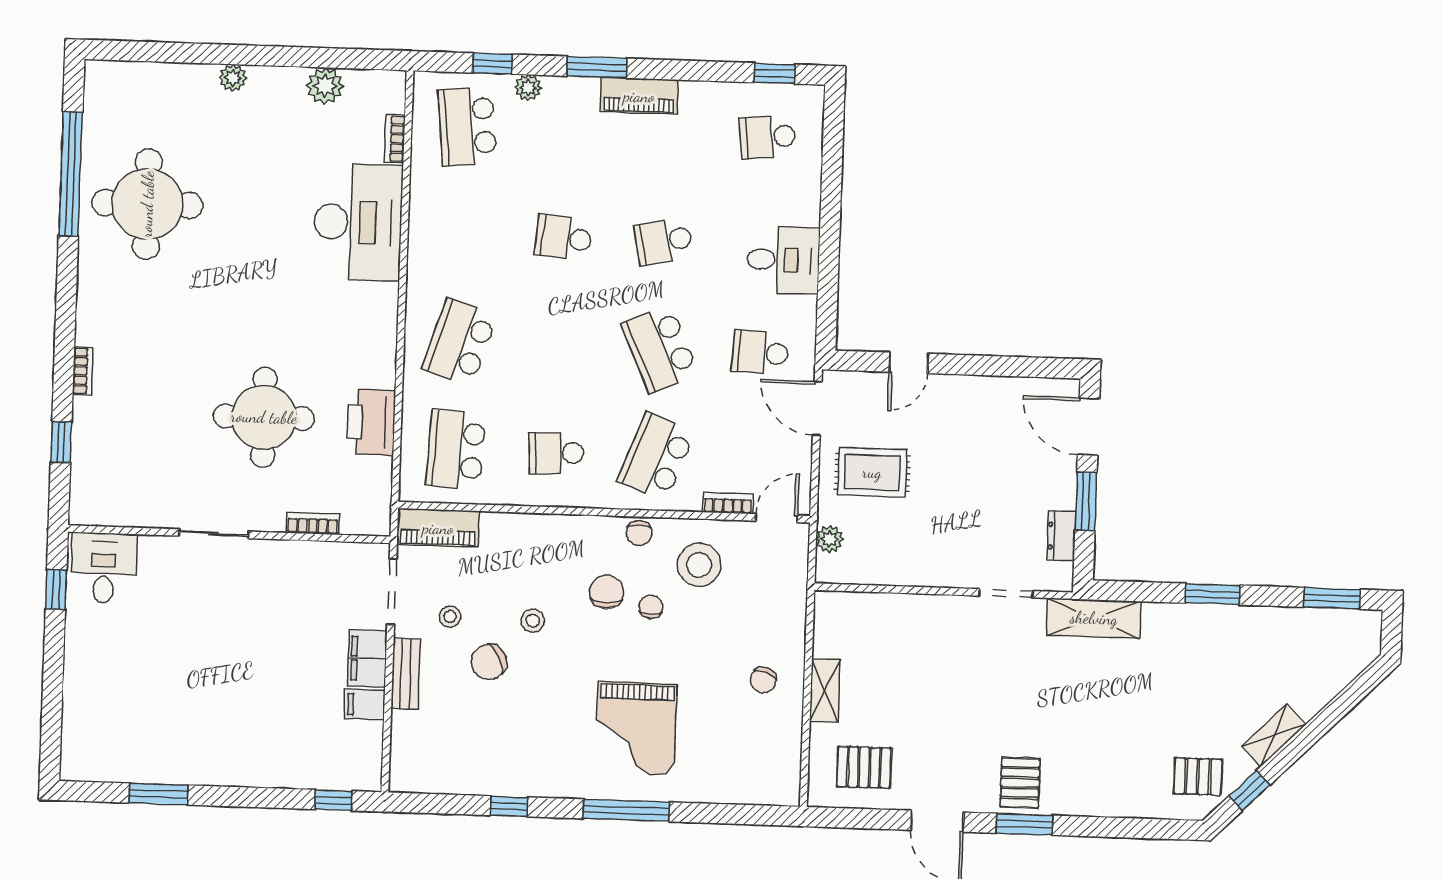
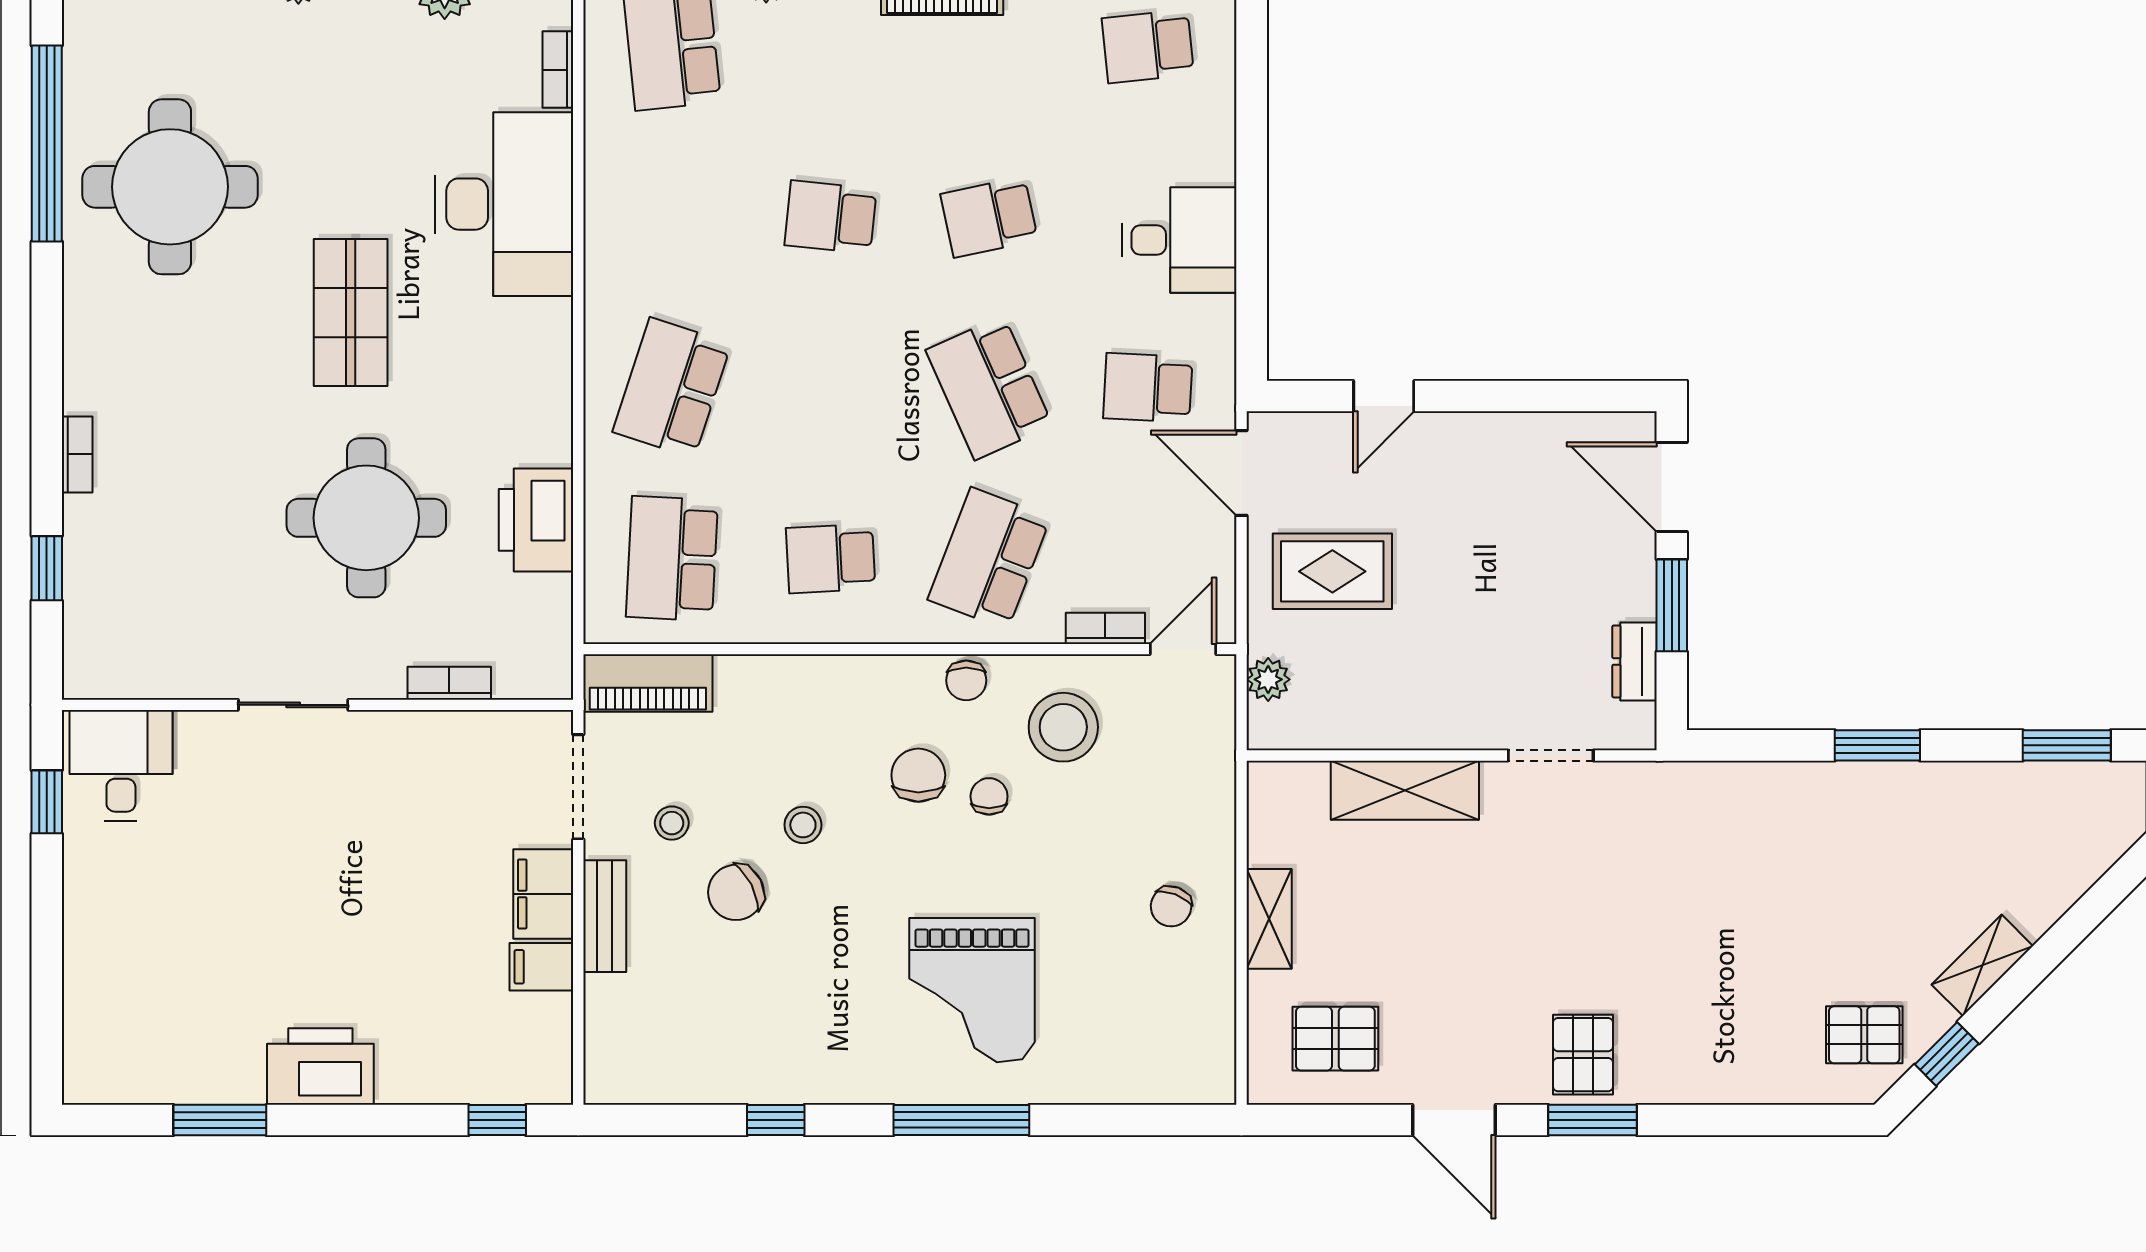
shop shelf: (259, 287) -> (351, 313), added
shelving: (1094, 618) -> (1405, 790), moved
printer: (223, 763) -> (320, 1067), added

